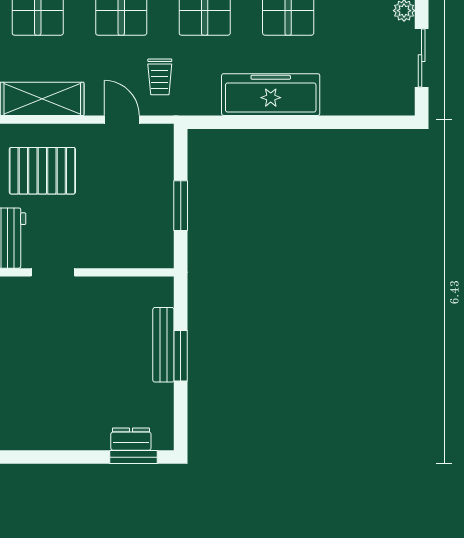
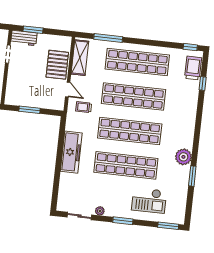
door: (122, 120) -> (68, 89), hinge flipped
pallet: (42, 171) -> (57, 65), moved

